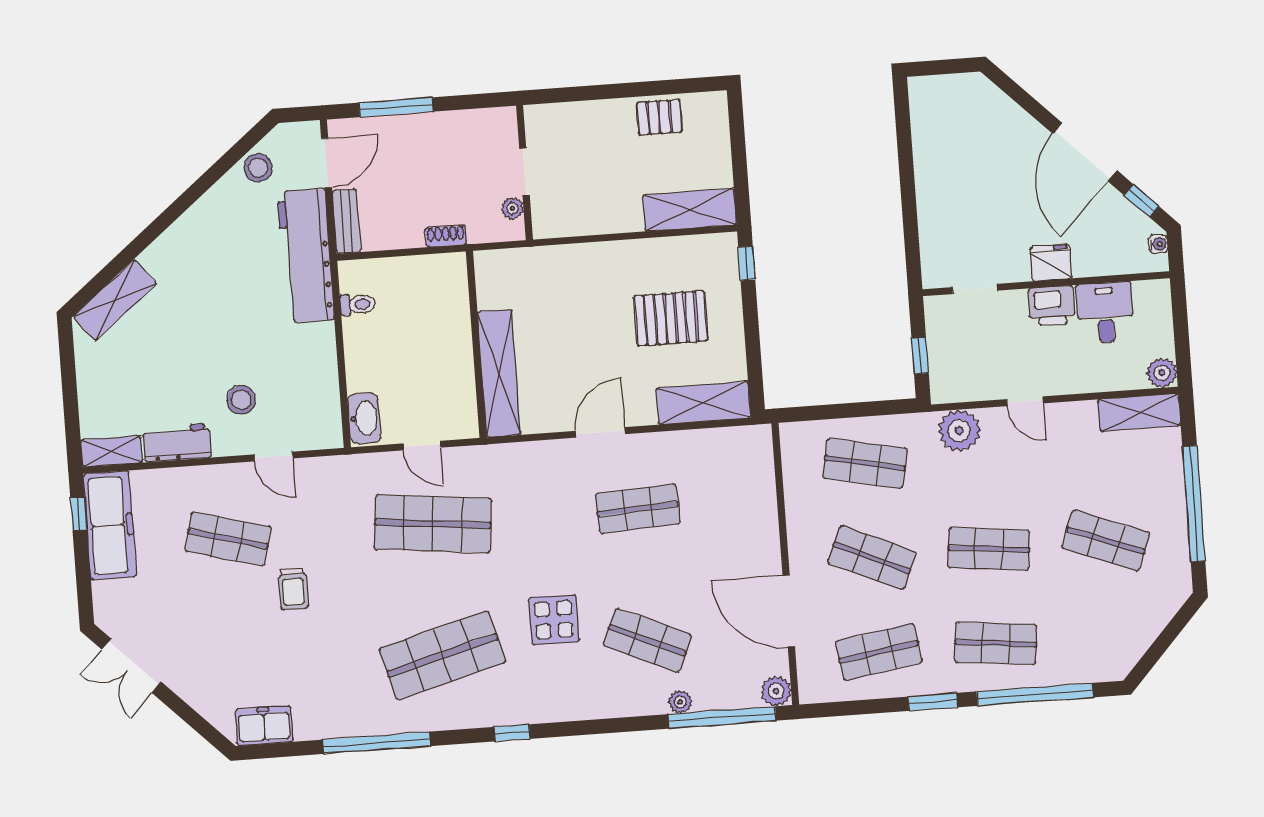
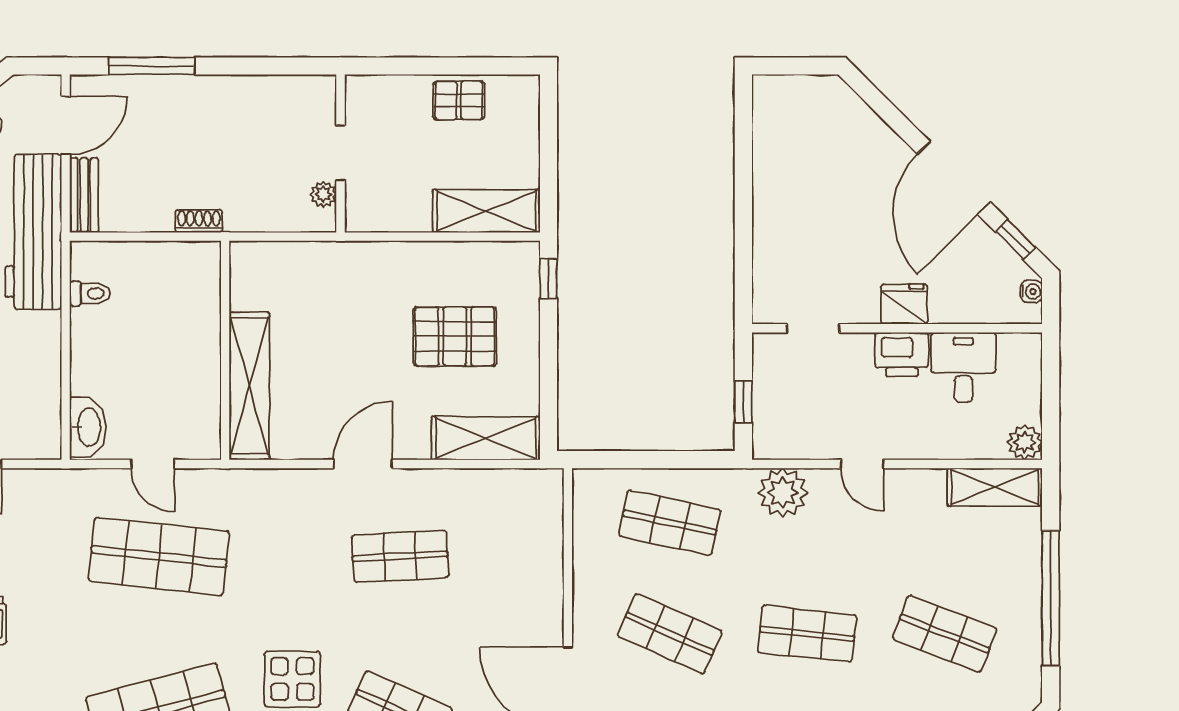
doorway: (524, 172) -> (341, 153), moved
wall: (524, 173) -> (341, 154), moved
plant: (512, 208) -> (323, 194), moved

